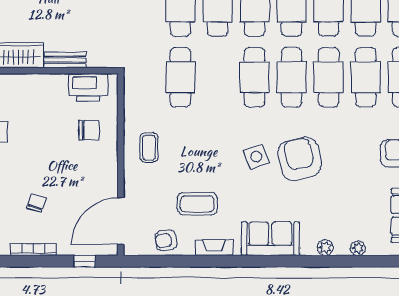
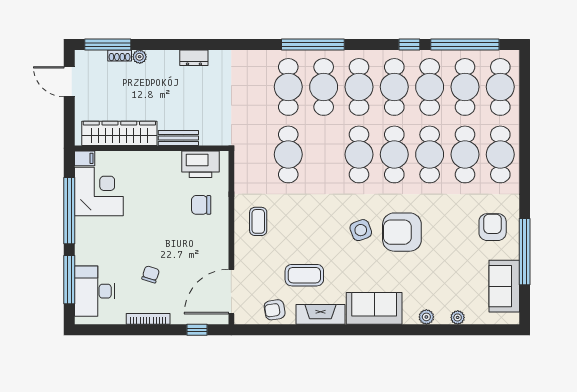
chair: (89, 130) -> (201, 205), turned 180
armchair: (300, 159) -> (402, 232), turned -77
fireplace: (214, 248) -> (320, 314), width x1.37, depth x1.32

